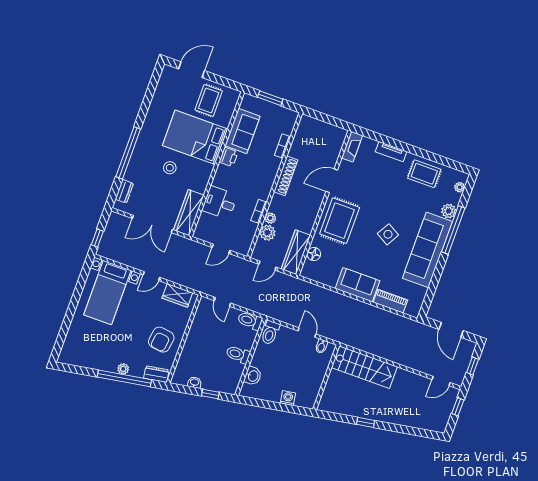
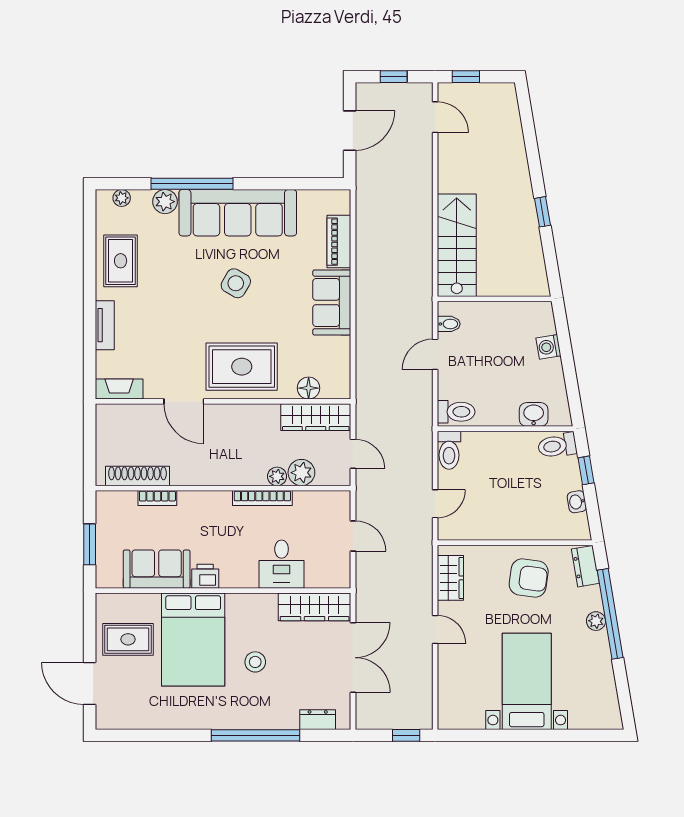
shoe rack: (286, 176) -> (138, 476), moved
bookcase: (259, 211) -> (262, 498), width x1.56
bed with nightstands: (107, 293) -> (527, 681), moved, turned -90
toilet: (238, 354) -> (557, 446), moved, turned 80

